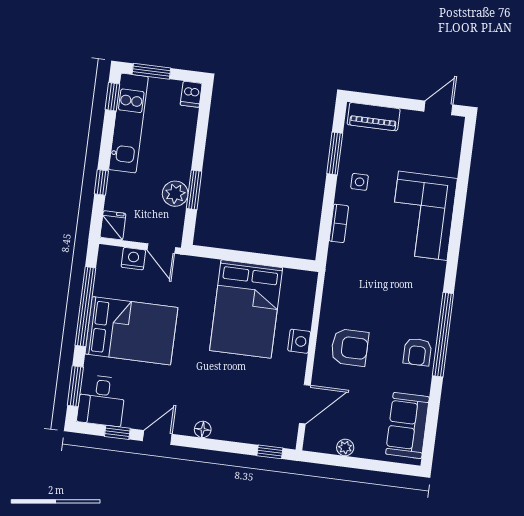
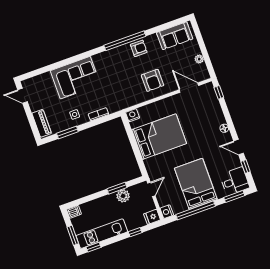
nightstand: (133, 259) -> (167, 212), moved
nightstand: (299, 341) -> (133, 115), moved
armchair: (350, 347) -> (152, 80), turned 180

